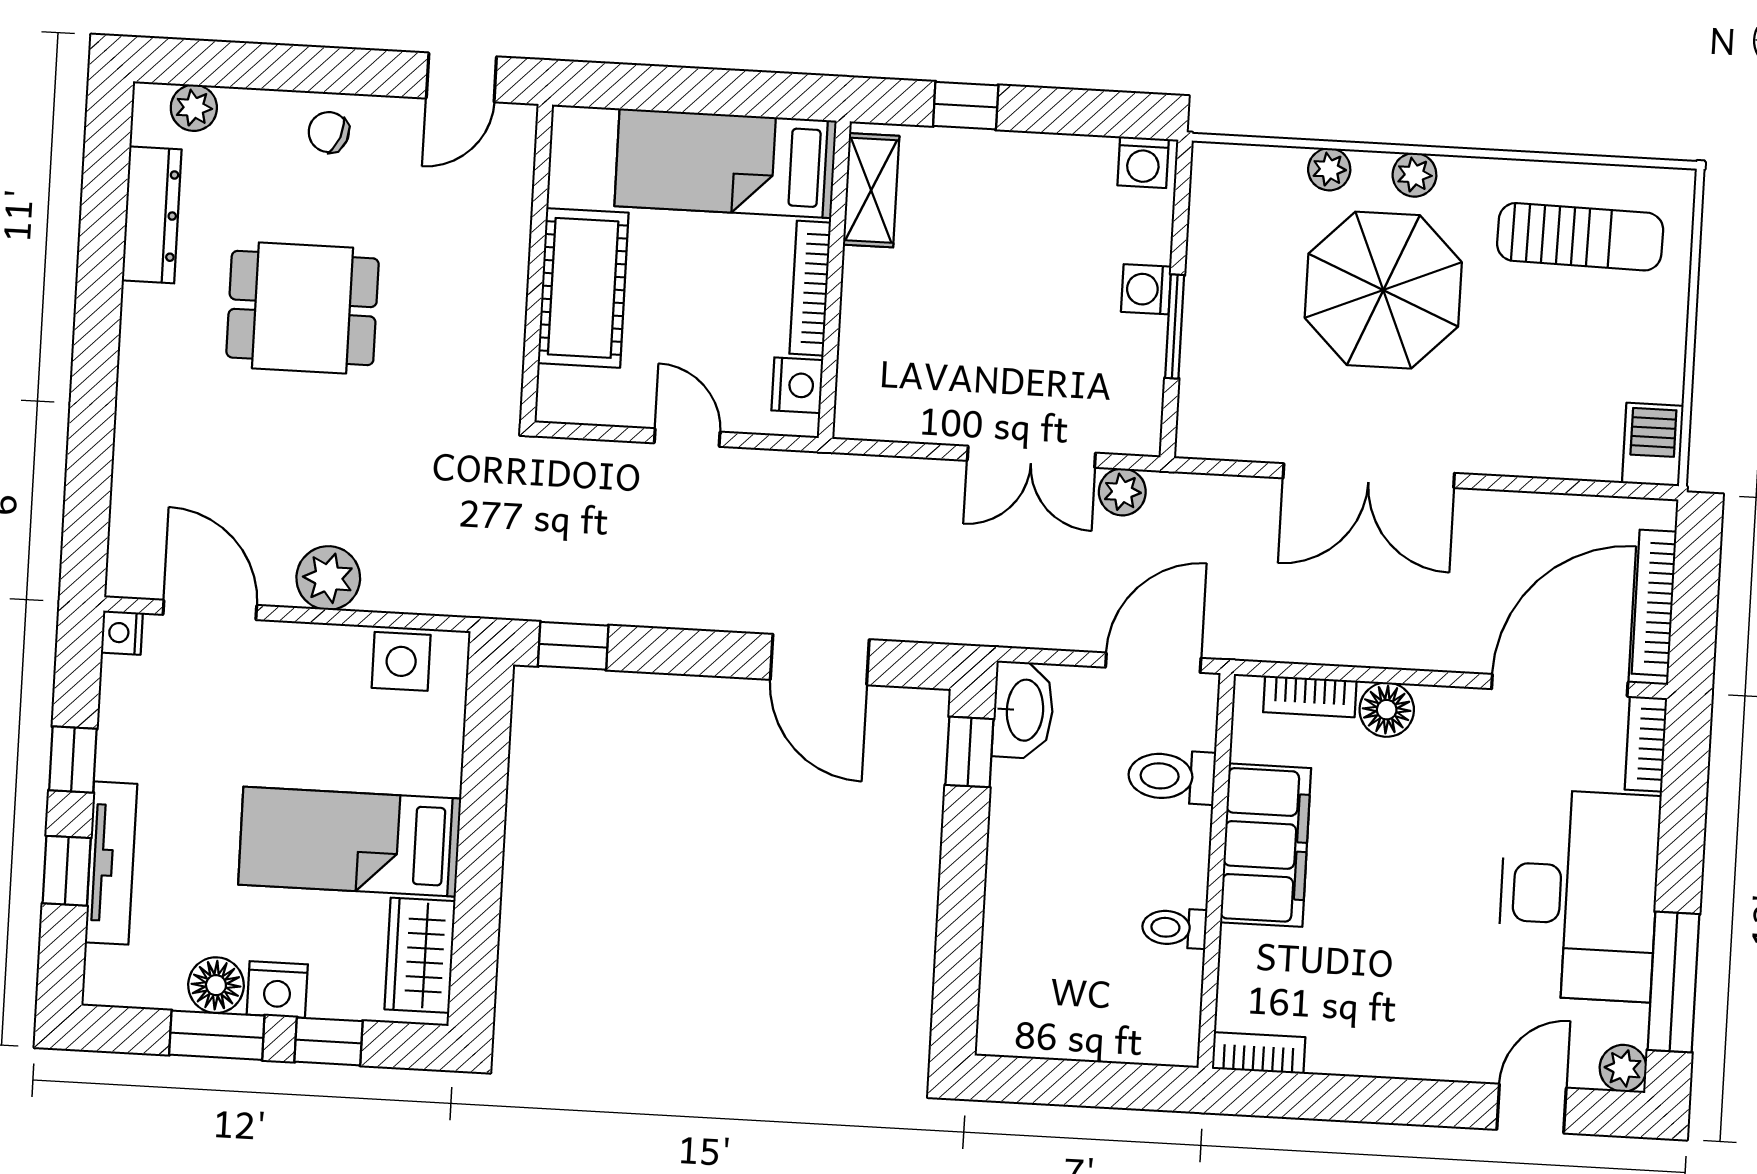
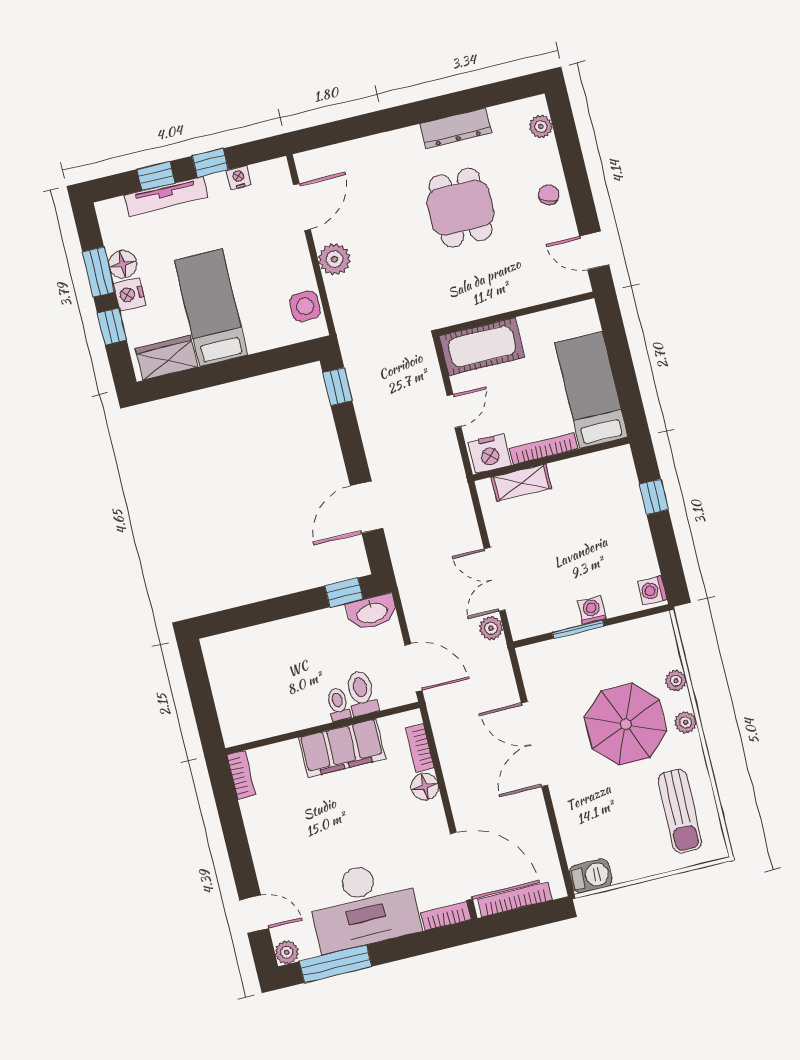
shelving: (871, 190) -> (521, 483), moved
dresser: (152, 215) -> (456, 128), moved
cot: (583, 288) -> (482, 347), moved
nightstand: (797, 385) -> (489, 454), width x1.36, depth x1.33
nightstand: (122, 633) -> (239, 178), moved
toilet: (1174, 928) -> (338, 704), moved

